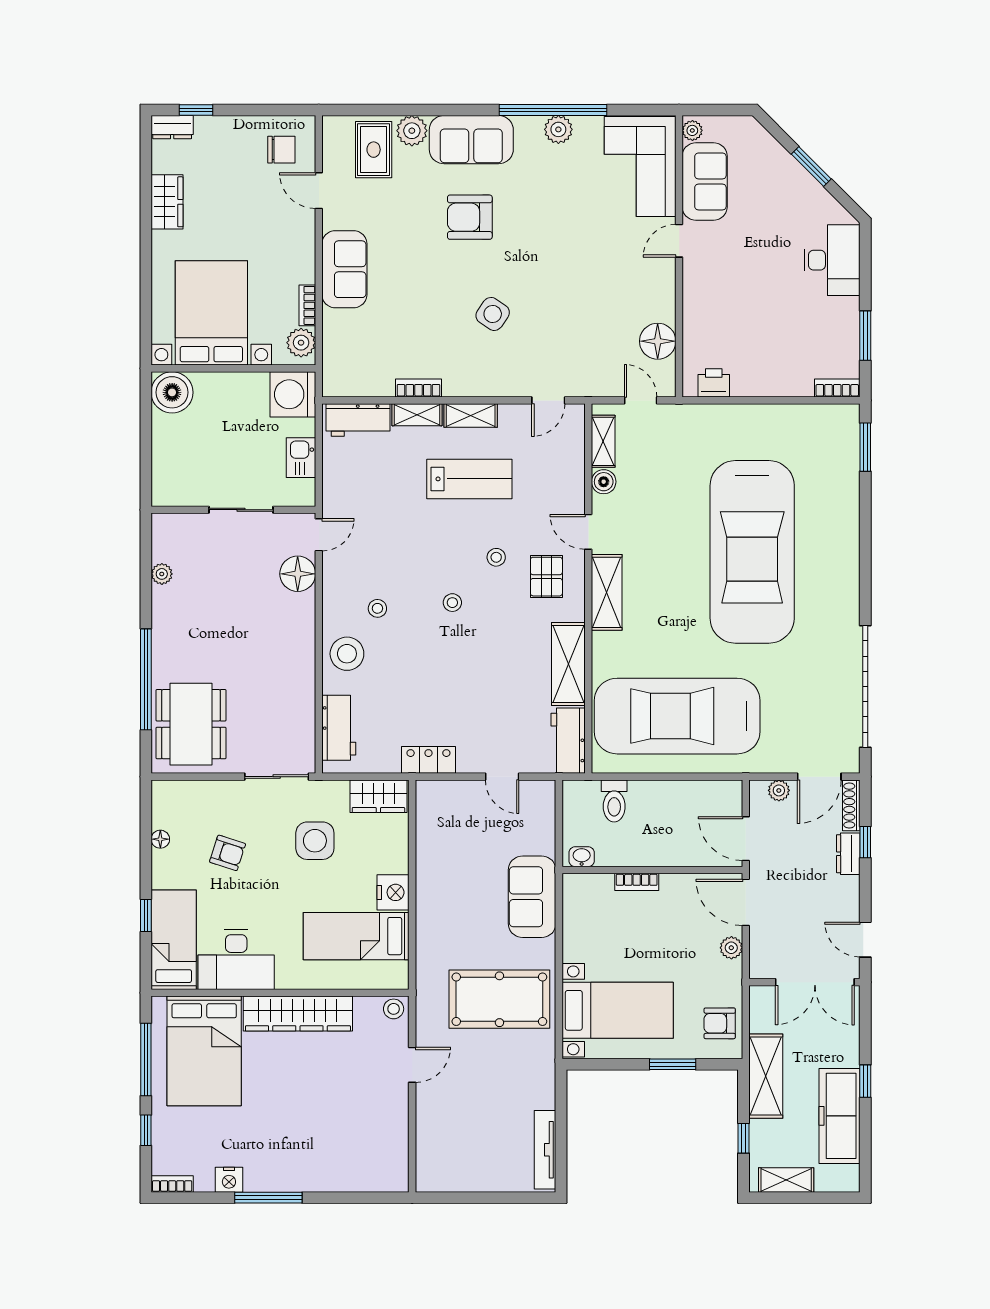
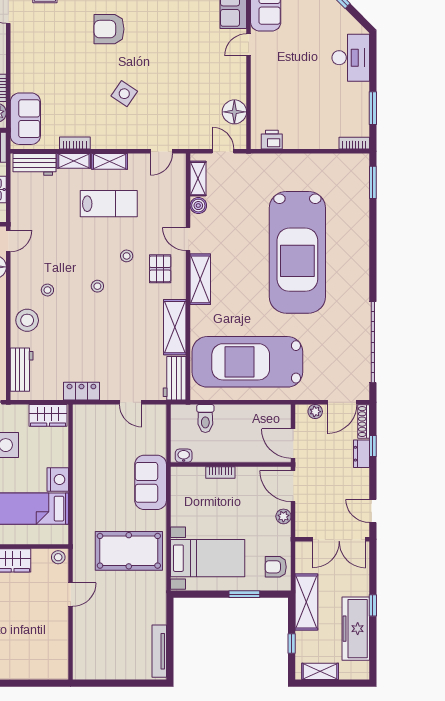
sofa: (344, 269) -> (25, 119), moved

